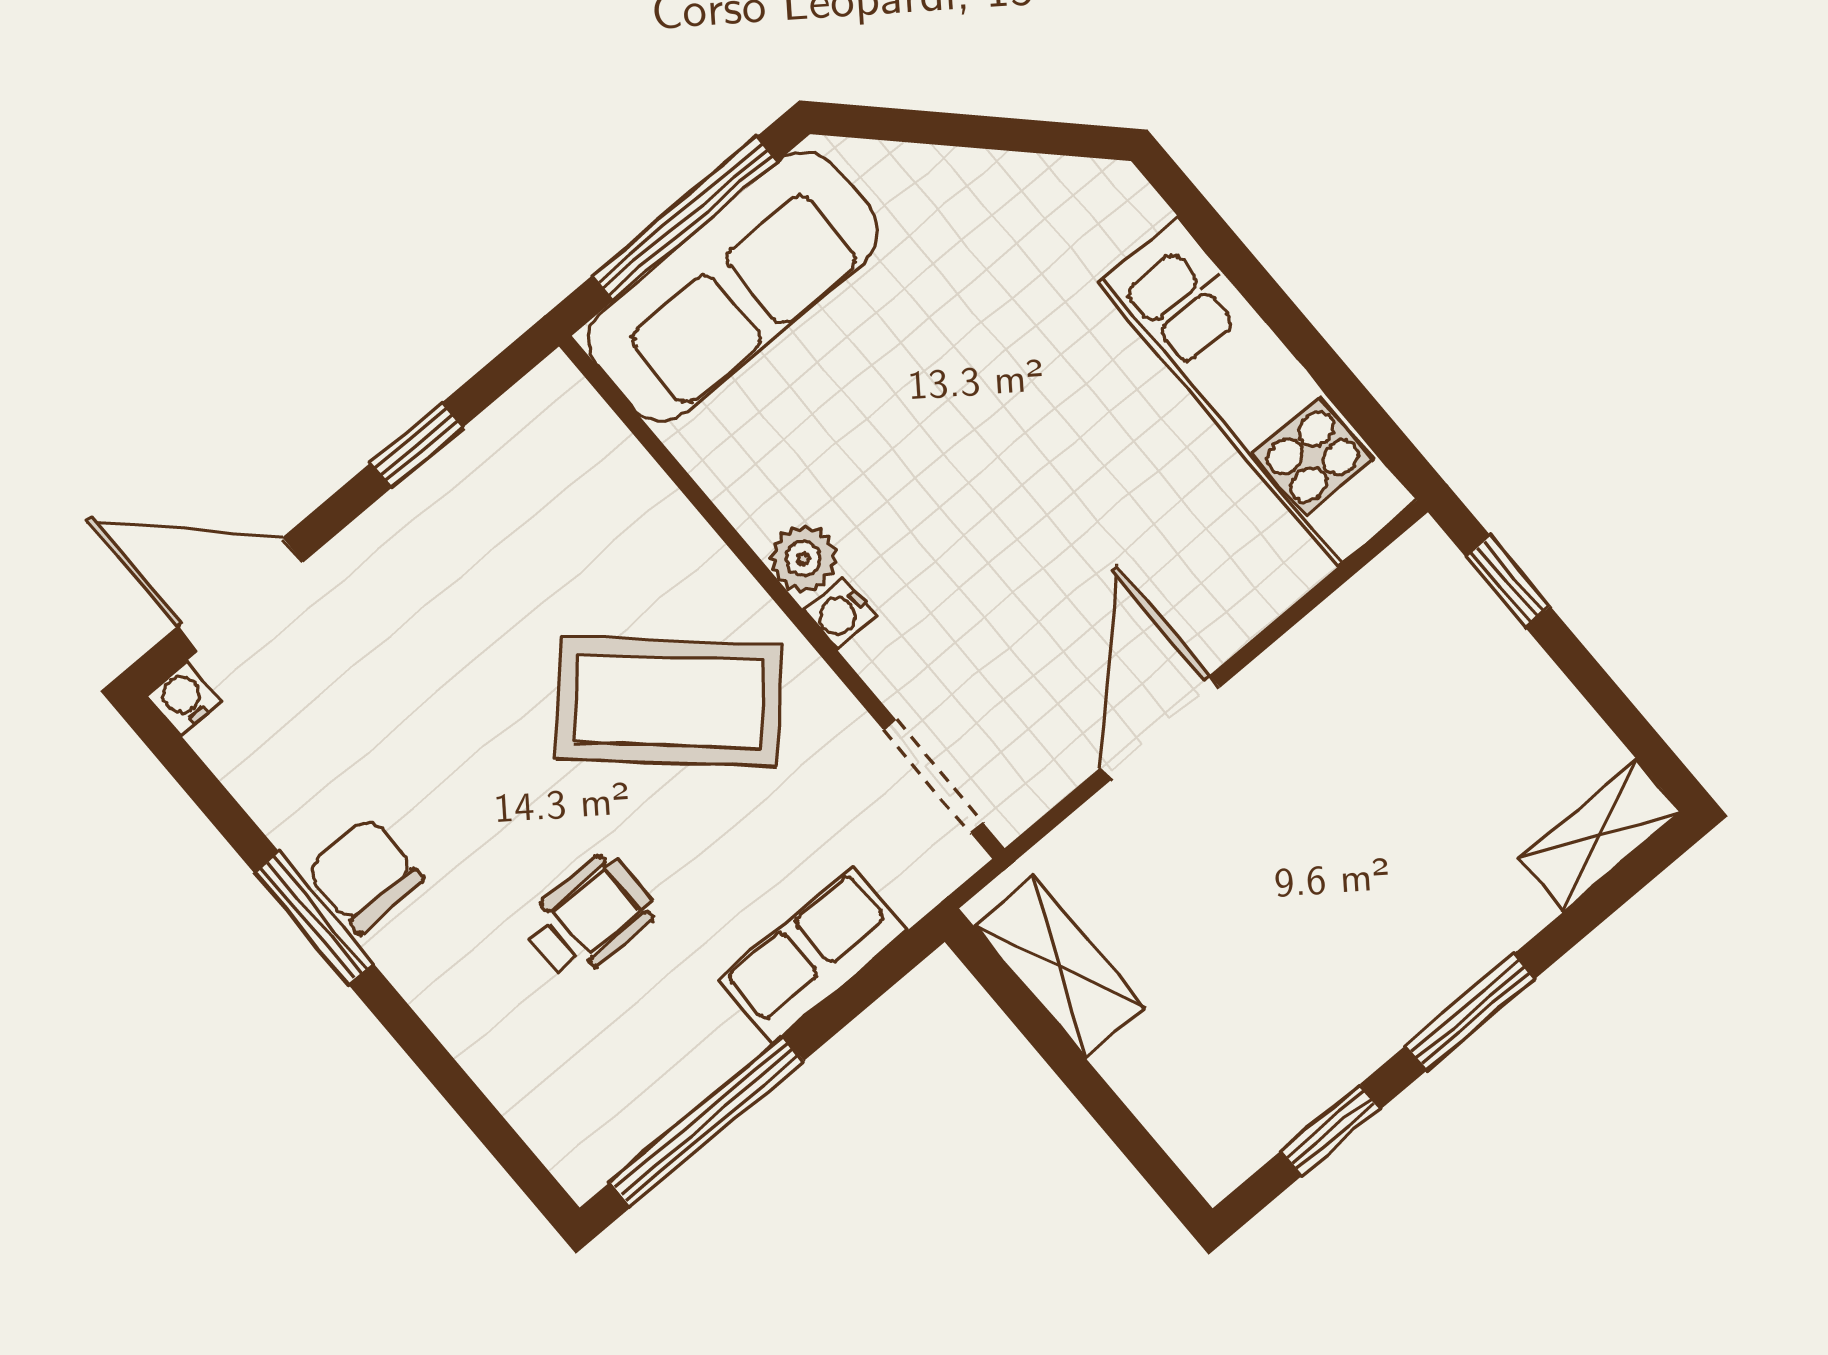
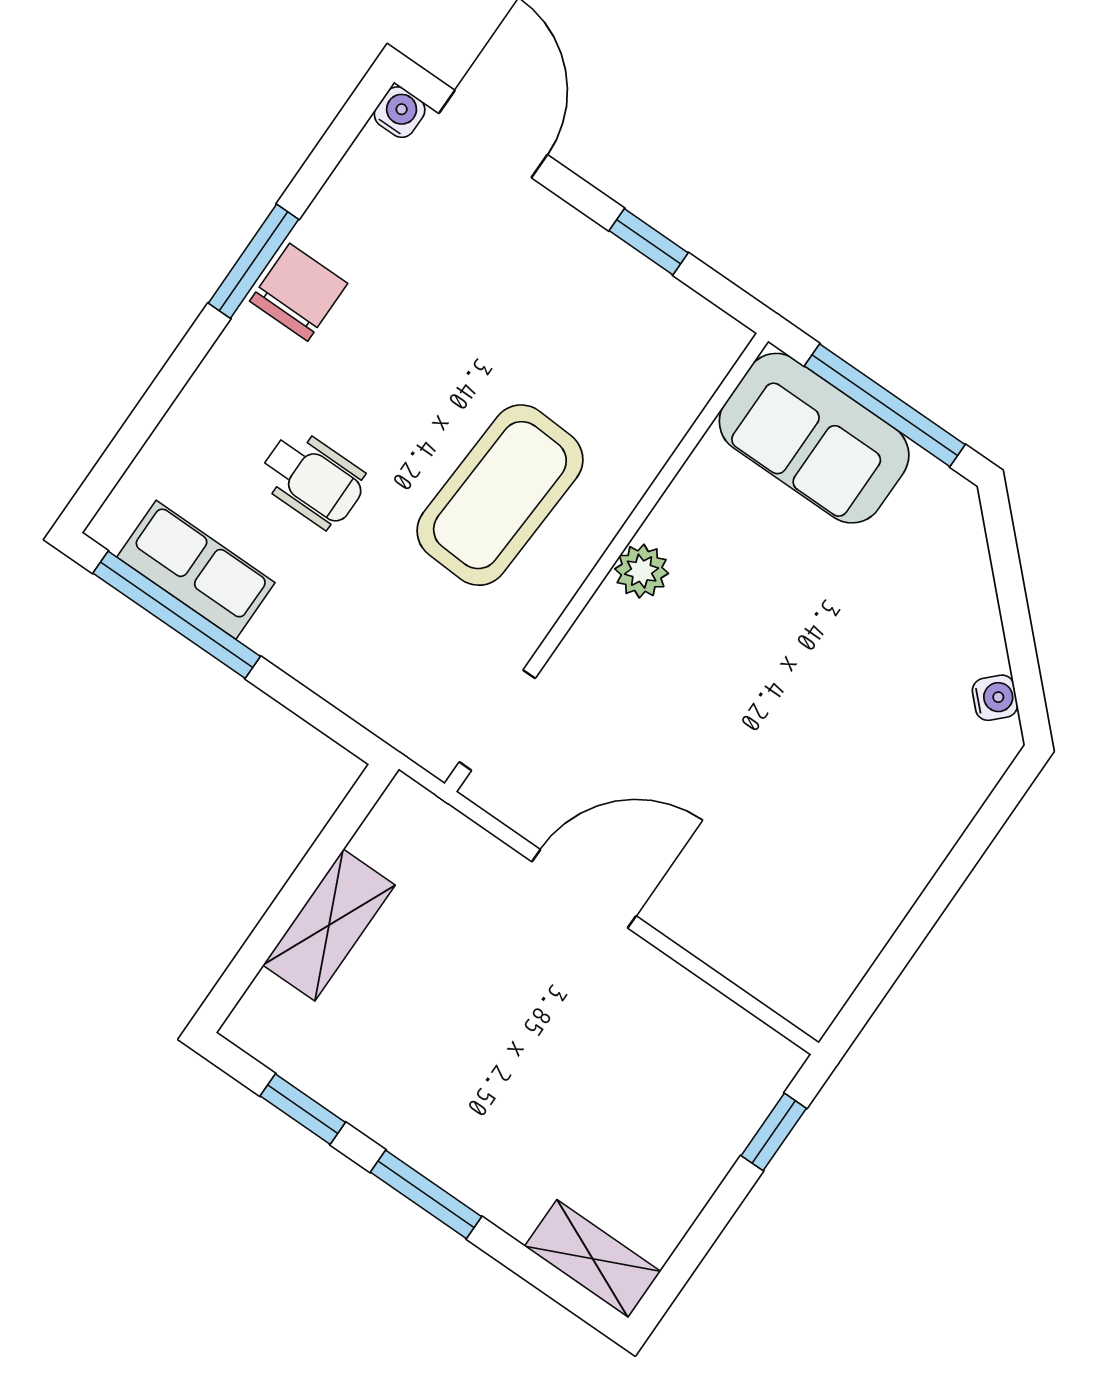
sofa: (733, 286) -> (814, 438), width x0.73
kitchen unit: (1258, 392) -> (870, 894), removed
water cooler: (840, 613) -> (995, 698), moved, turned 135
coffee table: (668, 702) -> (500, 495), turned 51
row of seats: (813, 955) -> (196, 570), moved
shelving: (1060, 967) -> (329, 925), moved

